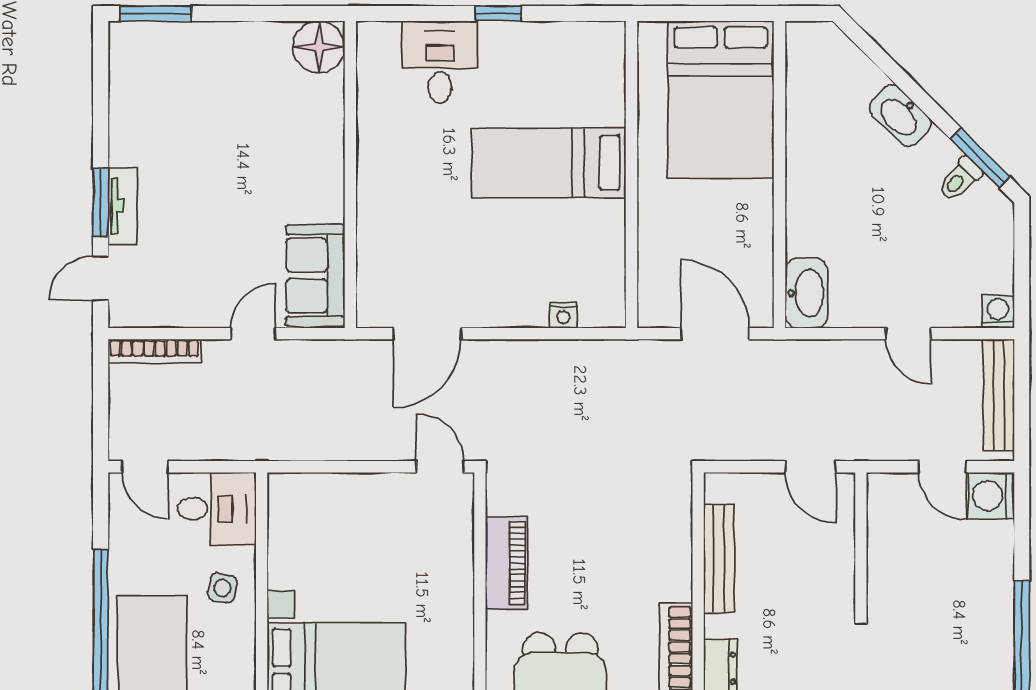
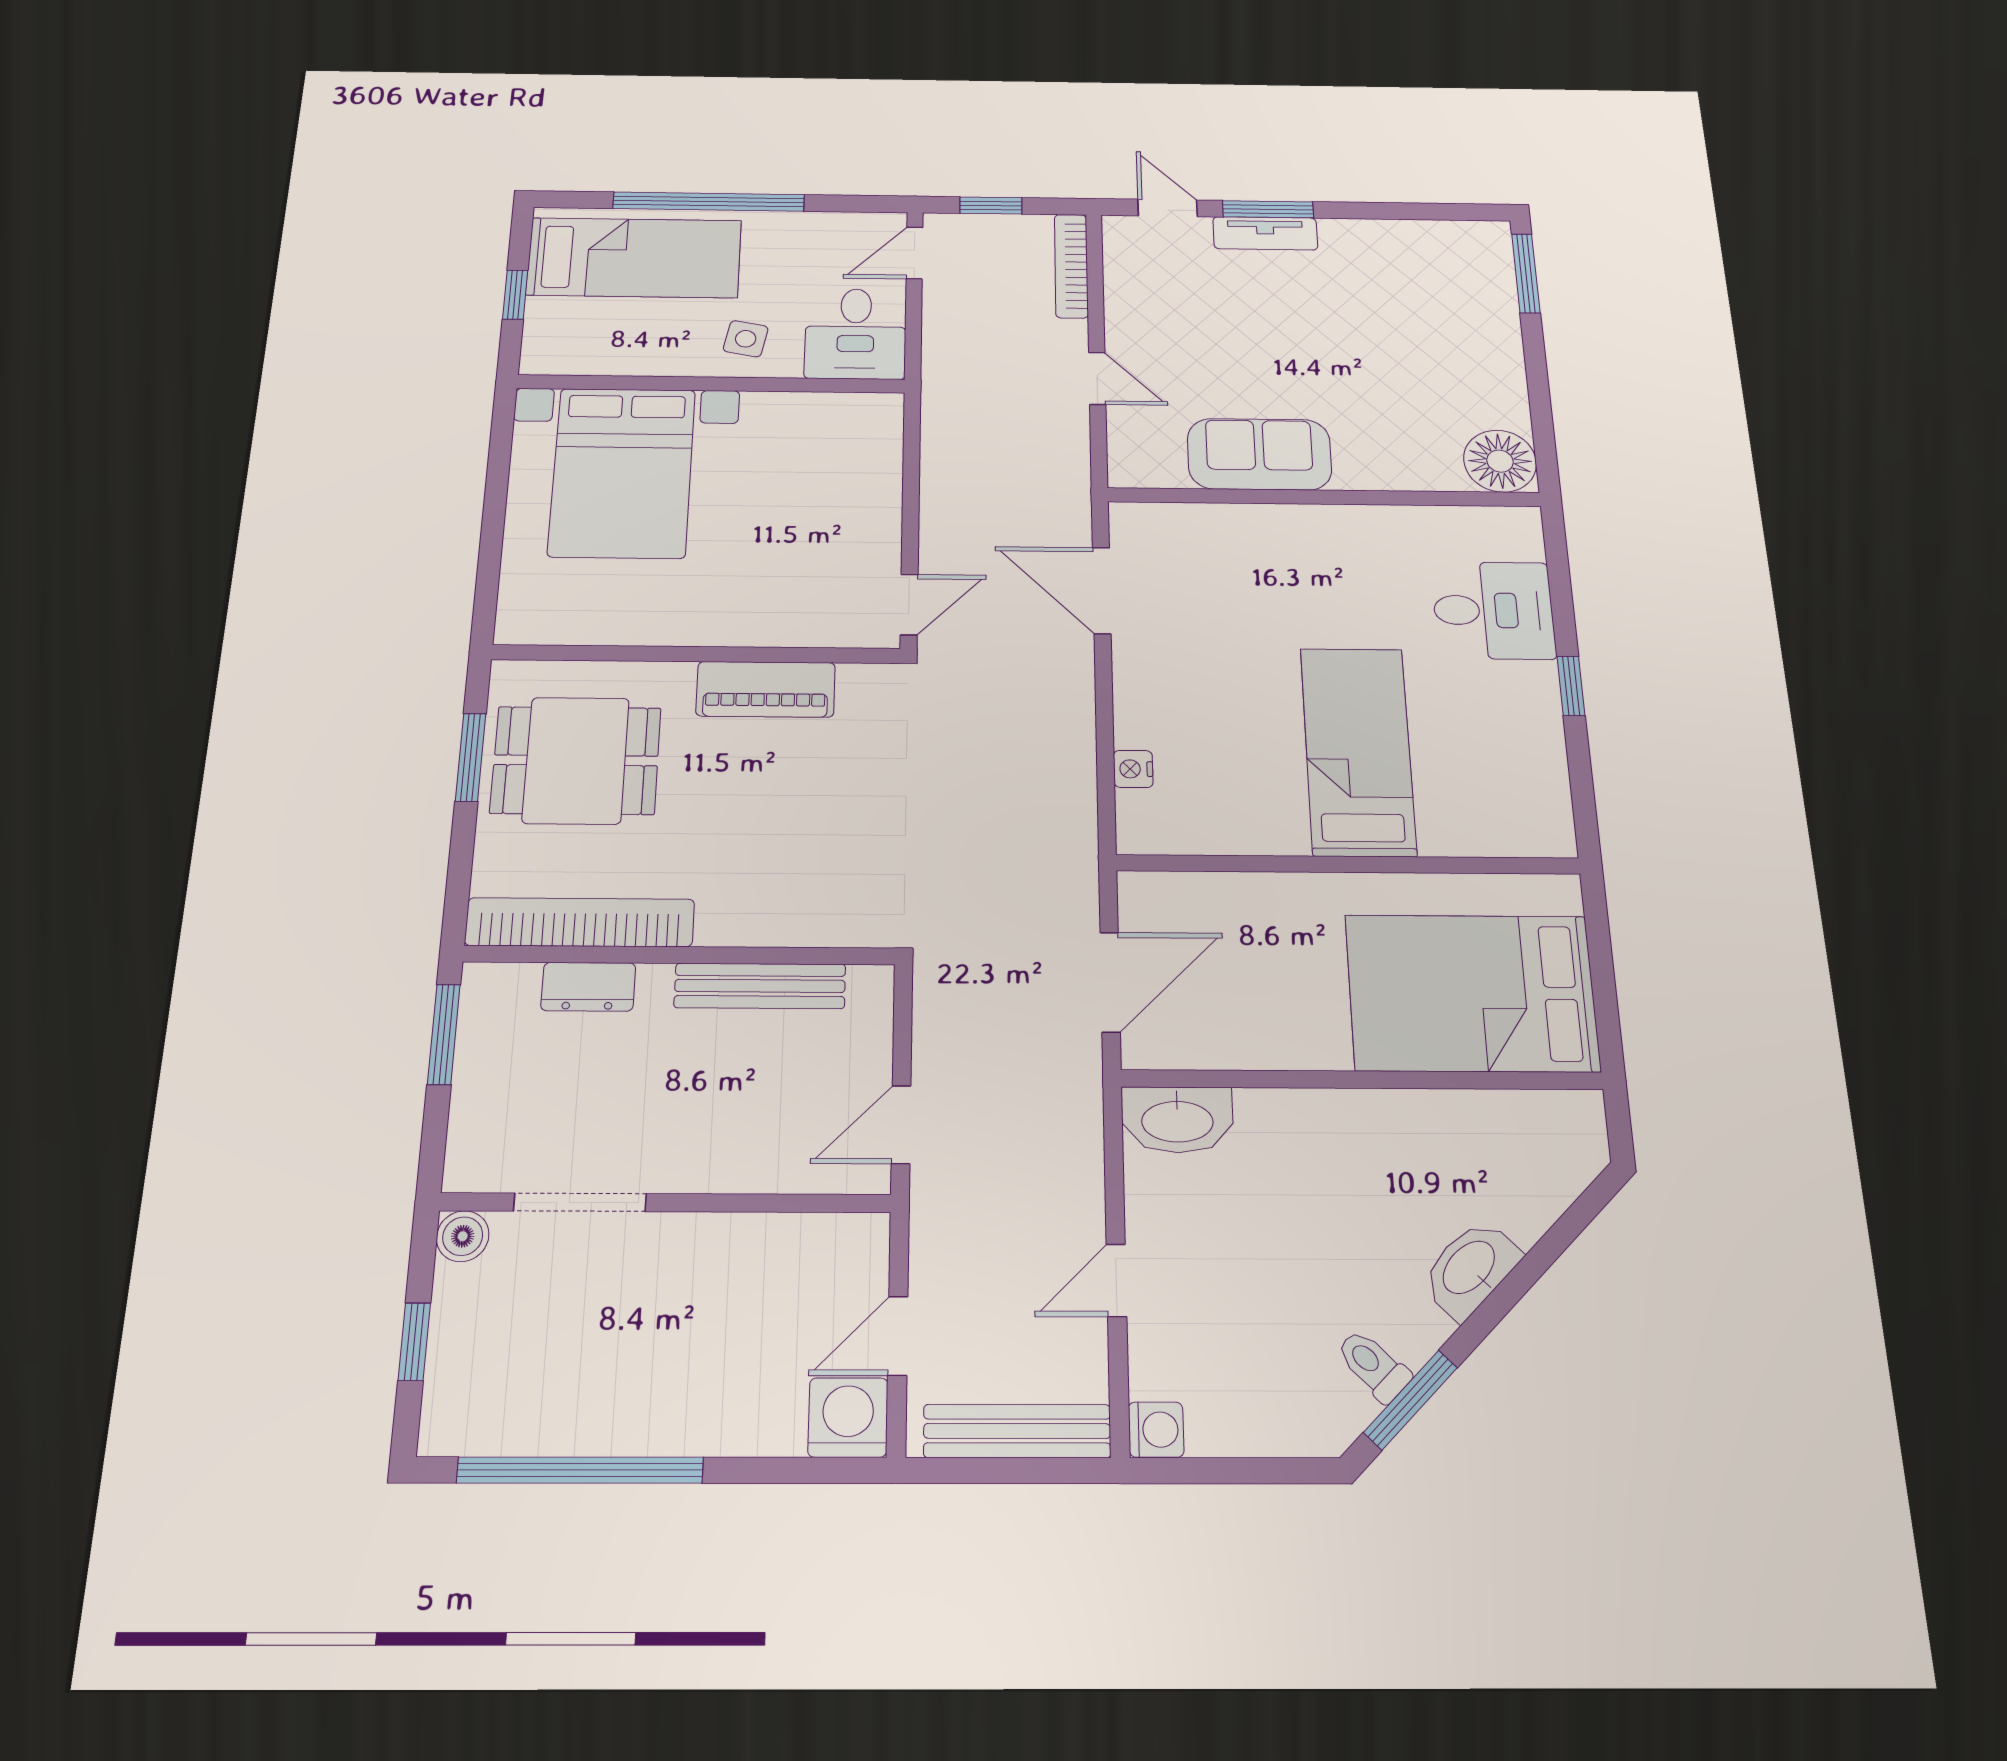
sofa: (315, 275) -> (1259, 454), moved
window: (101, 410) -> (991, 206), added

